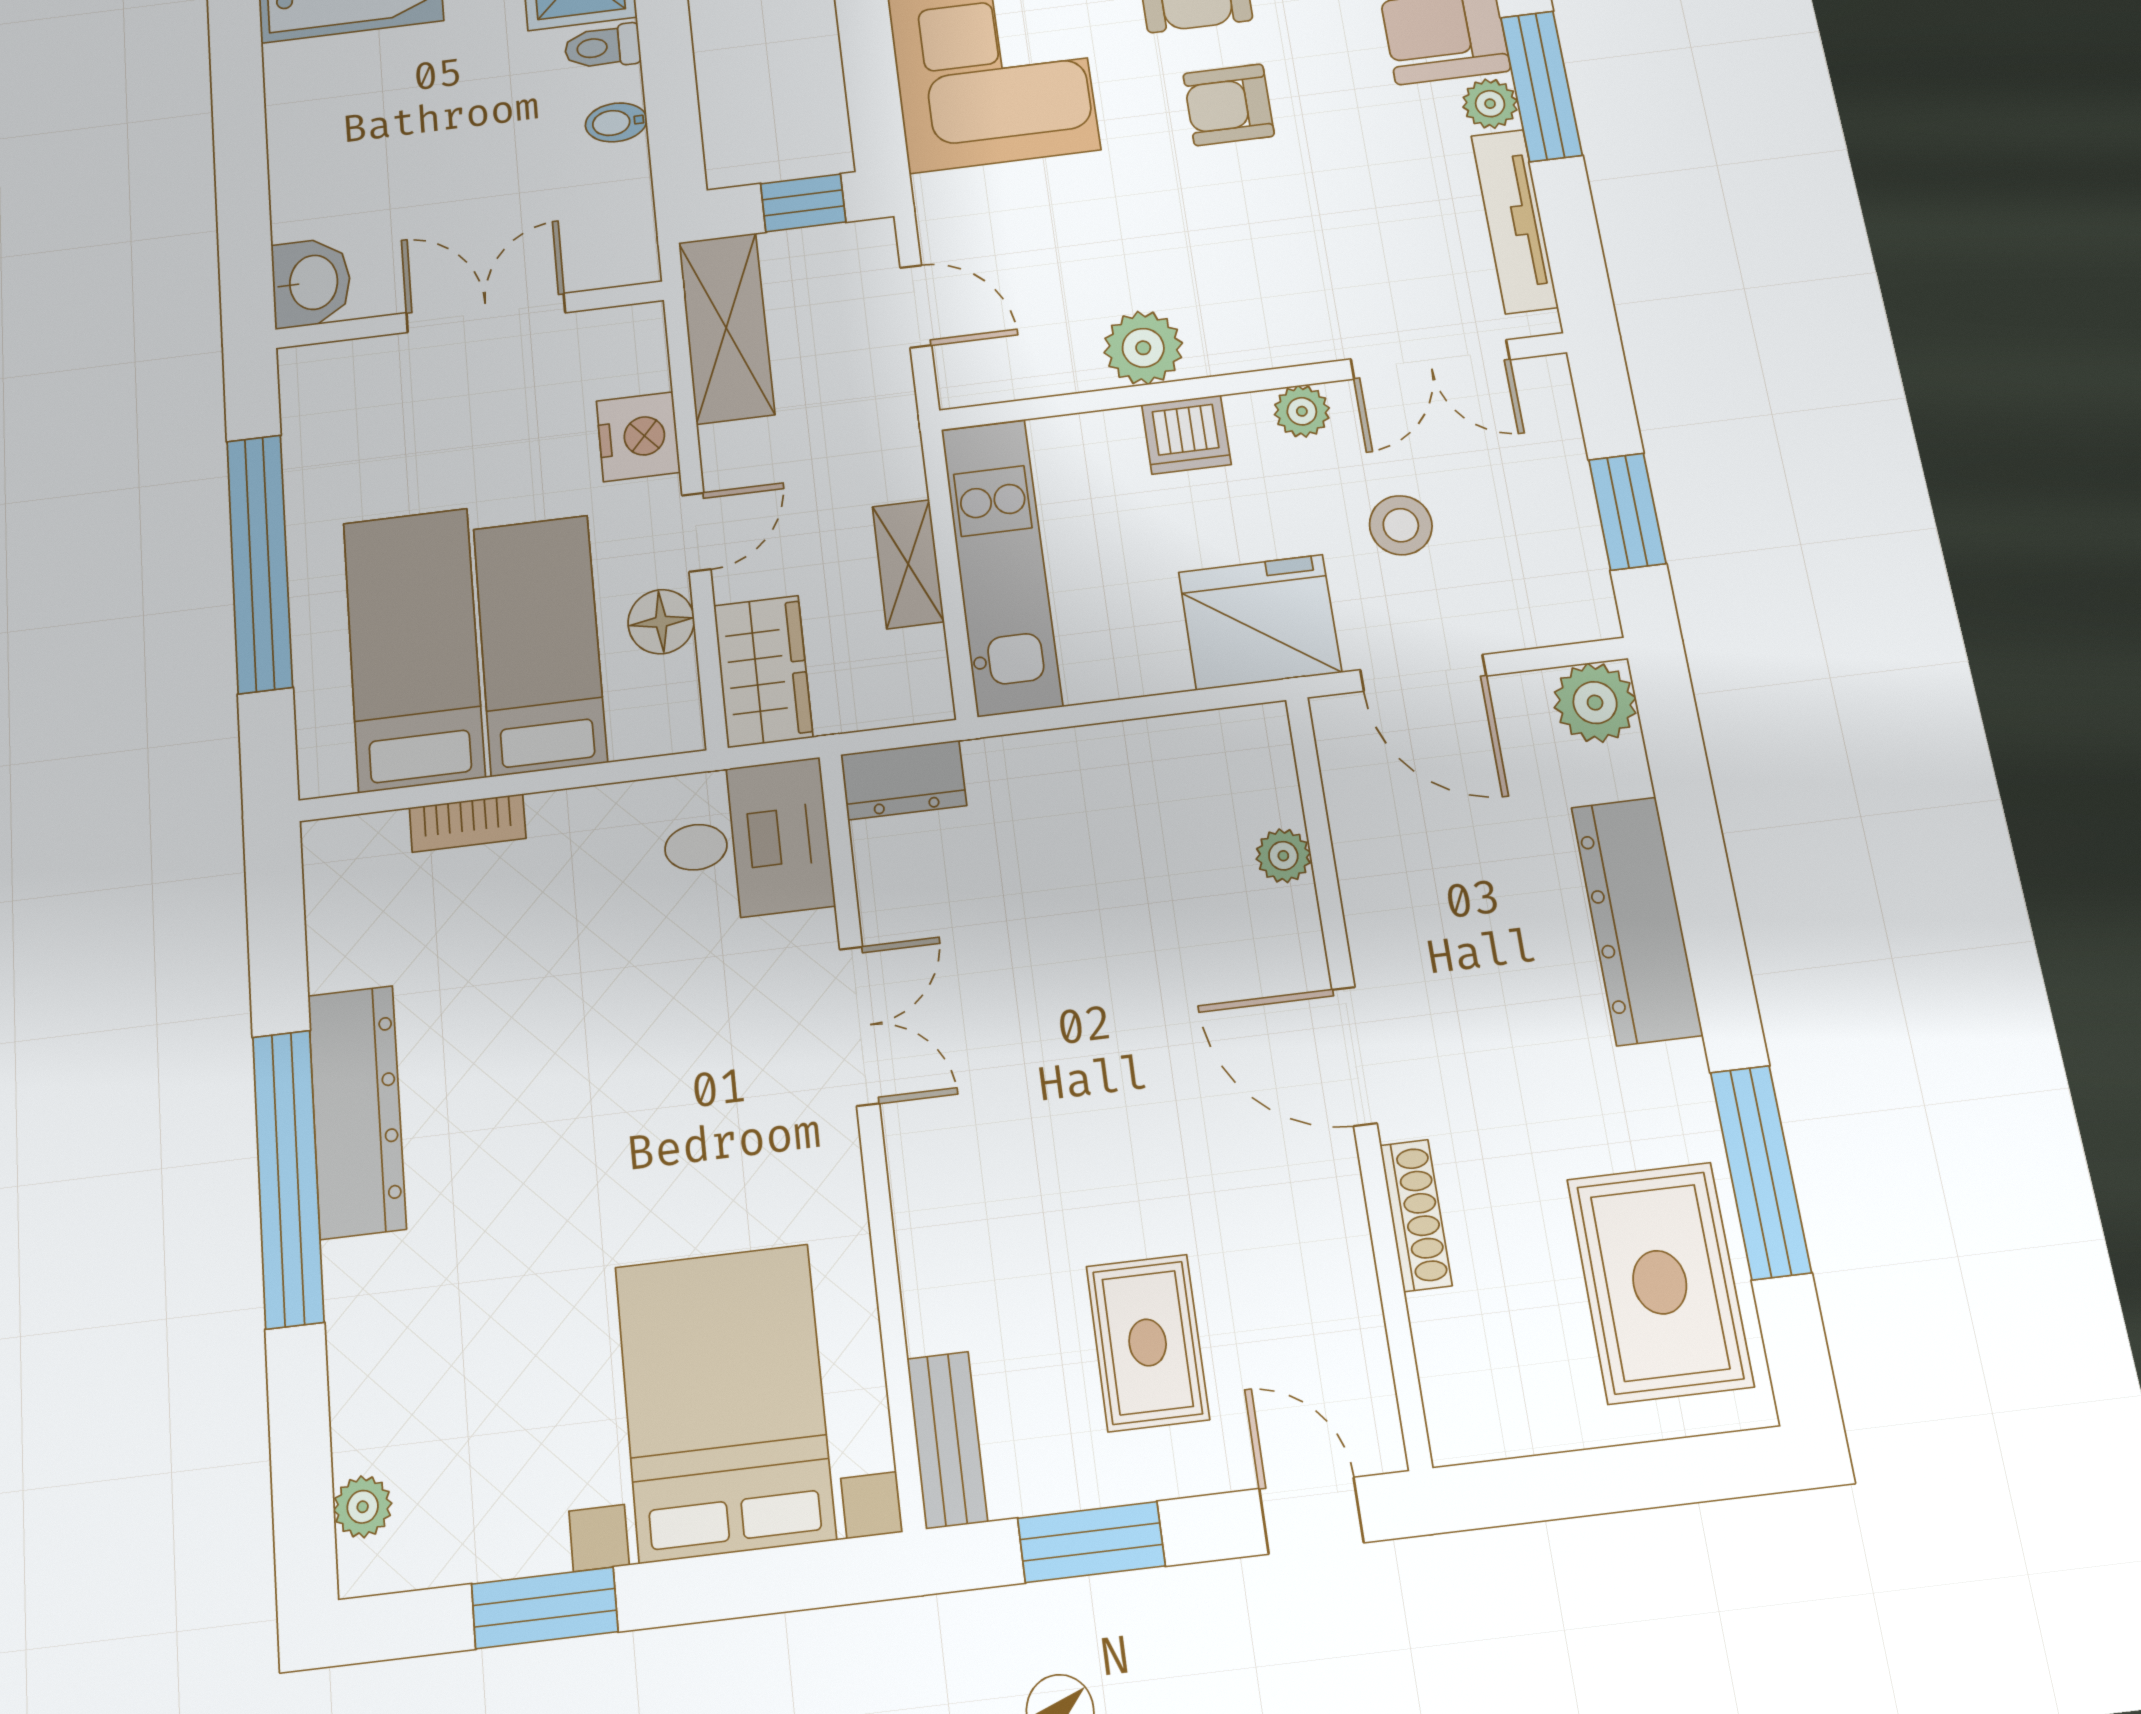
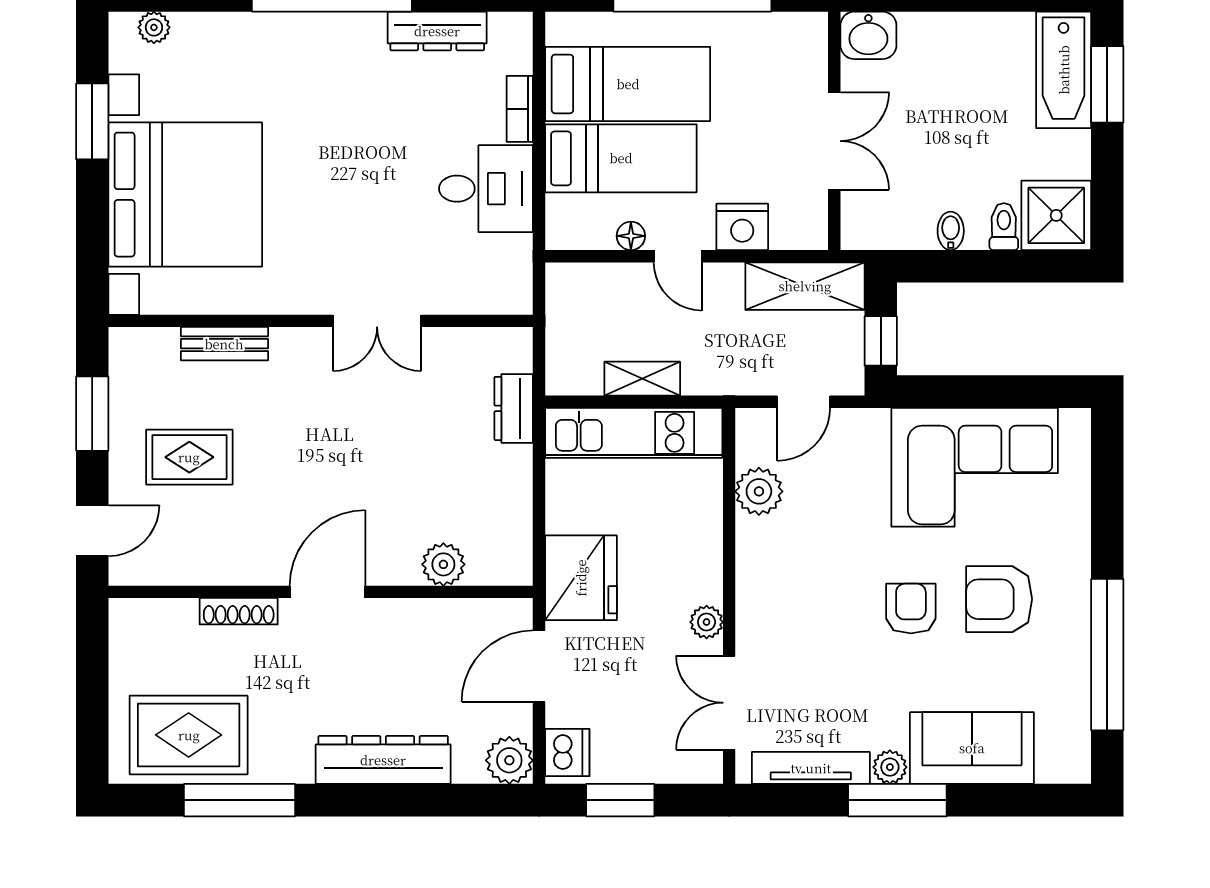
plant: (1143, 348) -> (759, 491), moved
dishwasher: (1186, 435) -> (567, 752), moved, turned 180
stool: (1401, 525) -> (629, 668), removed
floor lamp: (661, 622) -> (631, 236), width x0.73, depth x0.73
wardrobe: (763, 671) -> (588, 287), removed
dresser: (904, 780) -> (514, 408), moved
desk: (746, 841) -> (486, 189), moved, turned -90
plant: (1283, 856) -> (443, 564), width x1.38, depth x1.38
dresser: (357, 1111) -> (437, 31), moved, width x0.73, depth x0.80
bed with nightstands: (724, 1402) -> (185, 195), width x1.36
bench: (947, 1440) -> (224, 344), moved

